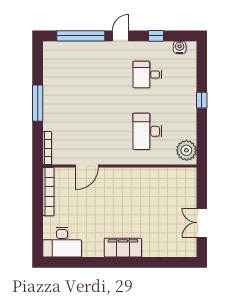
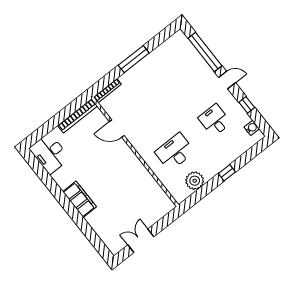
plant: (186, 150) -> (195, 181), moved

